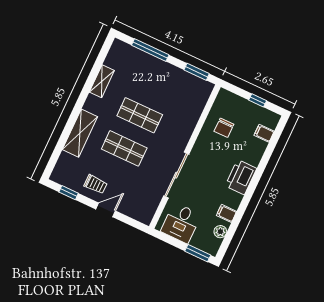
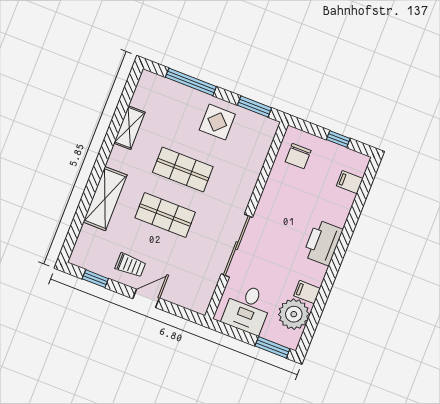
display table: (168, 81) -> (217, 122), added
chair: (224, 128) -> (298, 156), moved
plant: (220, 232) -> (294, 314), width x1.88, depth x1.88

